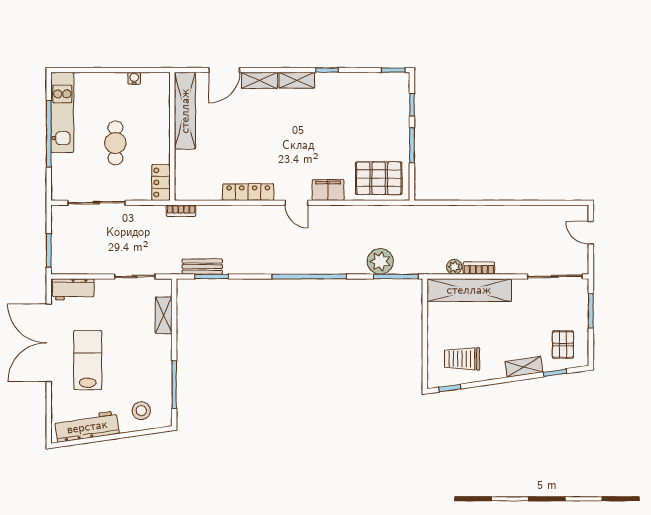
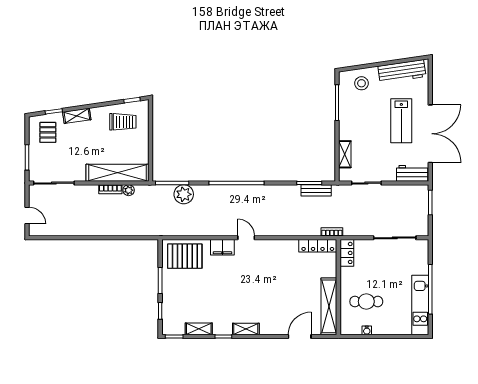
shelving: (259, 80) -> (199, 329), moved
cafe table: (115, 143) -> (366, 302), moved, turned 90
locker: (248, 192) -> (318, 246), moved

